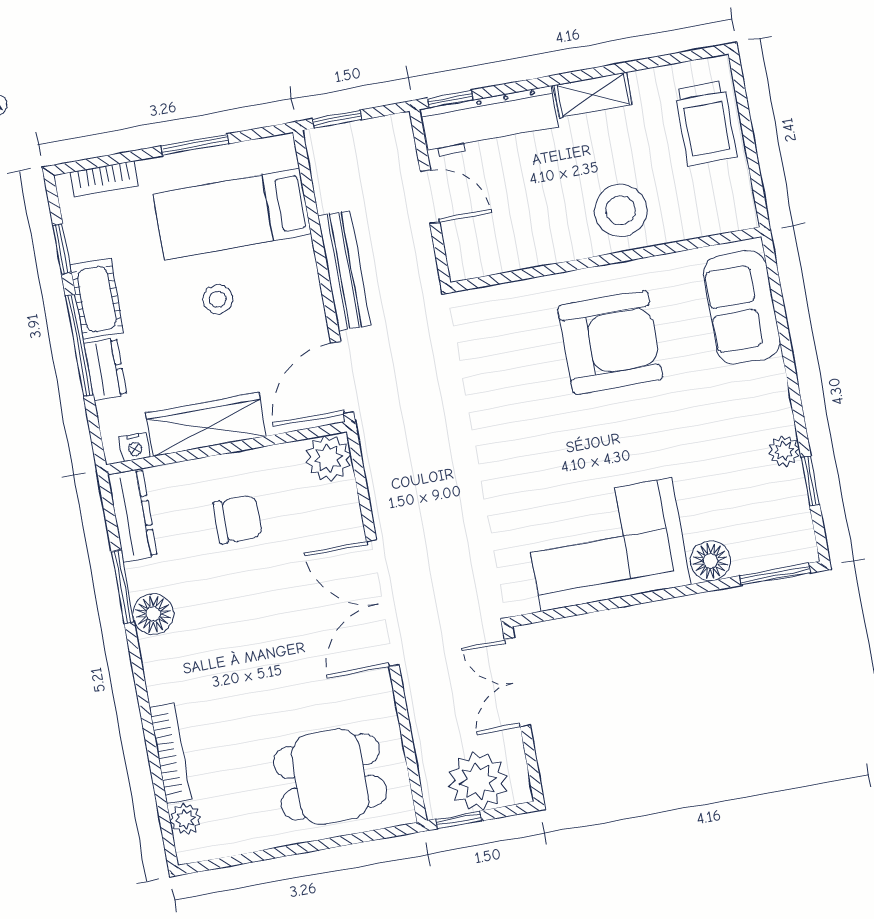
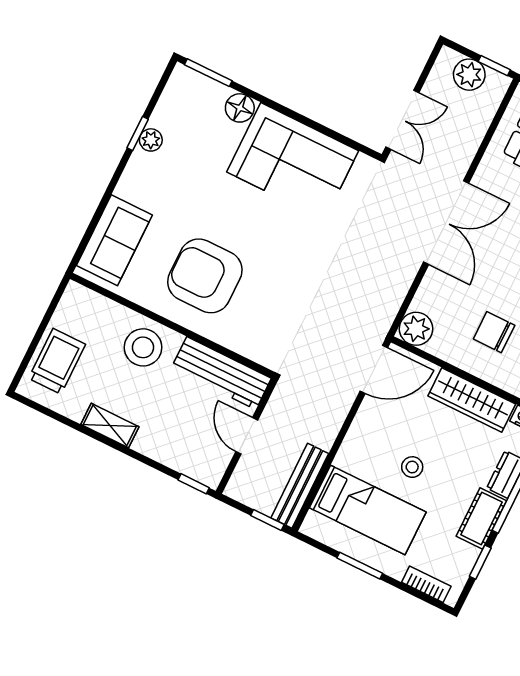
workbench: (490, 122) -> (221, 373), moved, turned 180
bench: (344, 271) -> (300, 486), moved
window: (810, 481) -> (138, 134), moved
plant: (478, 781) -> (469, 75), width x0.73, depth x0.73

